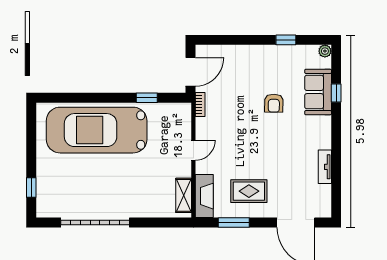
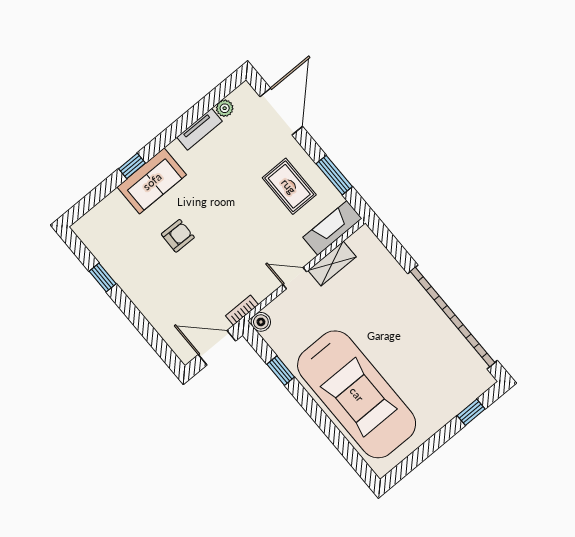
plant: (325, 51) -> (225, 108), moved
sofa: (318, 92) -> (152, 181), moved
window: (336, 93) -> (132, 166), moved
boiler: (184, 110) -> (261, 322), added
shelving: (184, 195) -> (332, 264), moved
garage door: (95, 223) -> (453, 317), width x1.36

